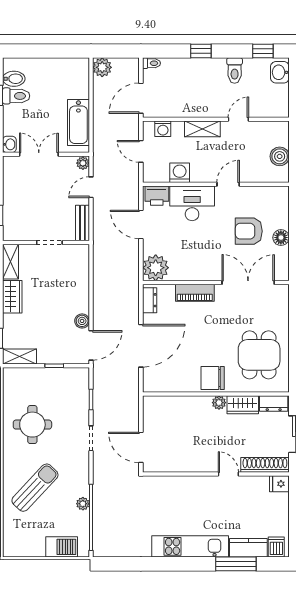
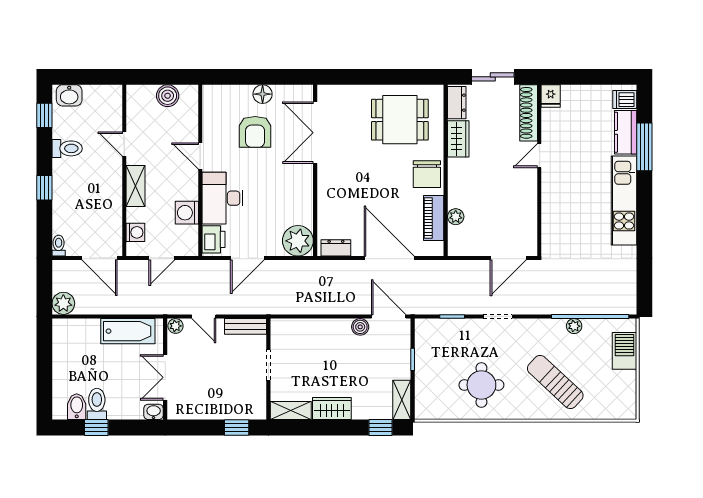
piano: (195, 293) -> (434, 218), moved, turned 180
plant: (219, 403) -> (456, 217), moved

